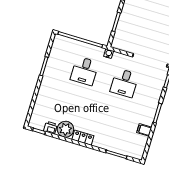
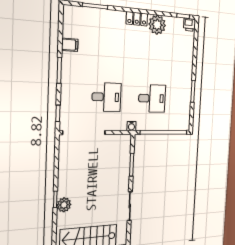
desk: (85, 71) -> (152, 98), turned 90
desk: (124, 83) -> (107, 97), turned 90
printer: (50, 128) -> (190, 25), moved

